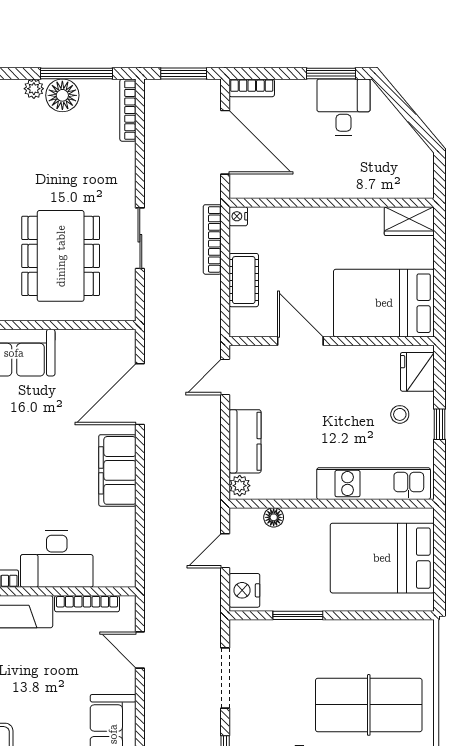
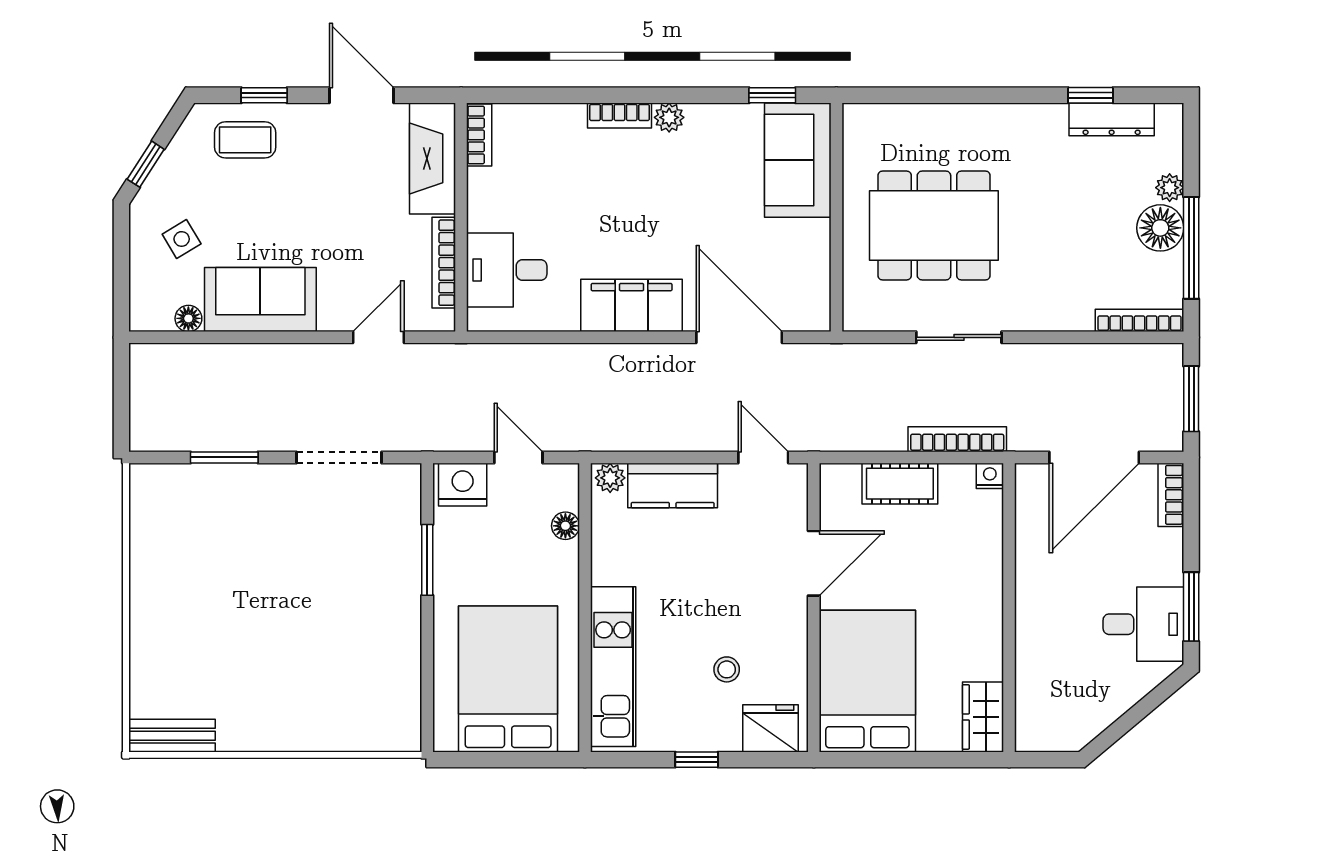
stool: (400, 414) -> (727, 669), moved
desk: (57, 559) -> (507, 270), moved, width x0.73
table tennis table: (369, 705) -> (301, 660), removed

